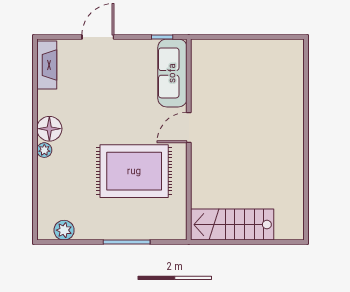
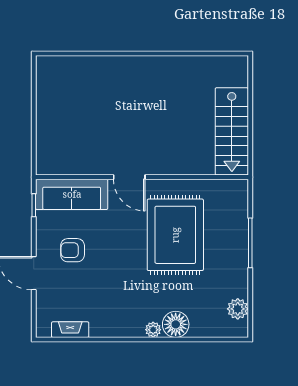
fireplace: (47, 65) -> (70, 330), width x0.73, depth x0.76
armchair: (120, 74) -> (73, 250), added
floor lamp: (49, 129) -> (176, 324), moved

